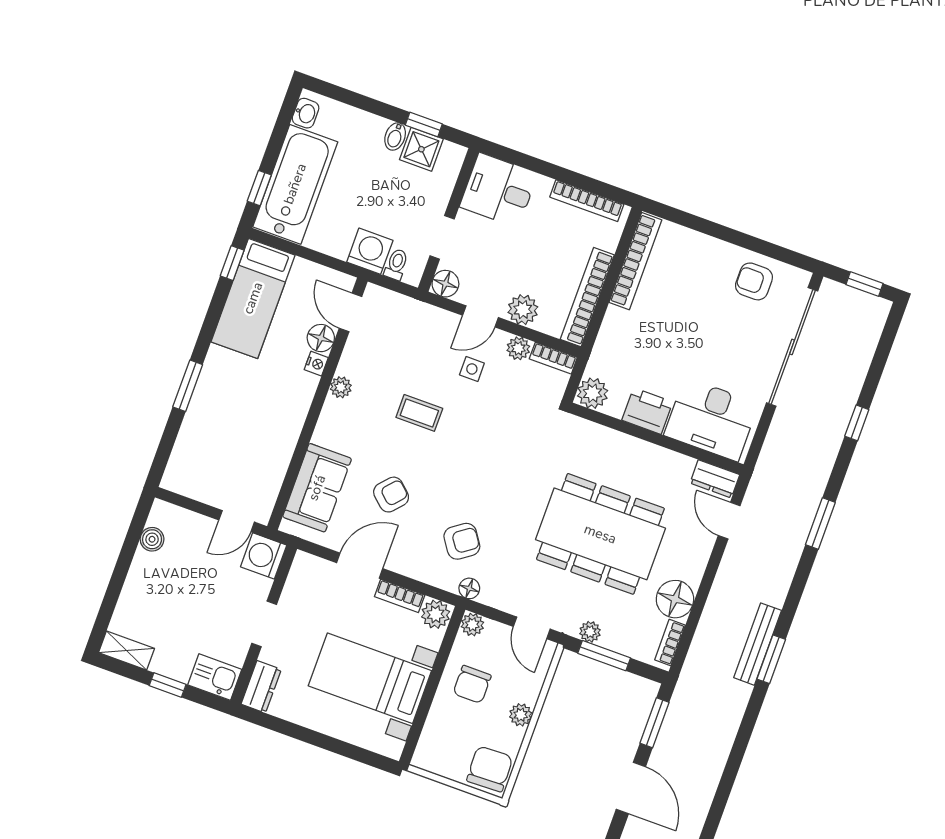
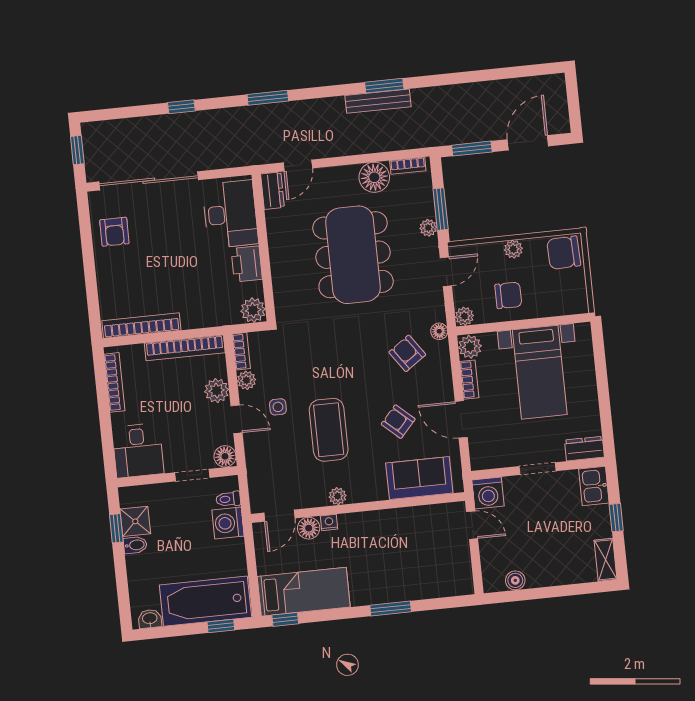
coffee table: (419, 413) -> (329, 430), width x1.86, depth x1.72

